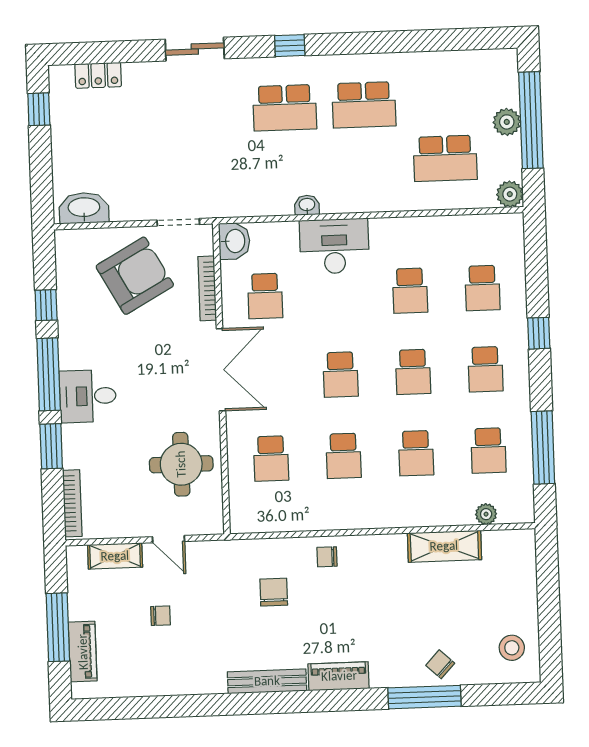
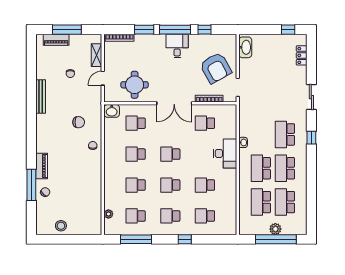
school desk: (443, 102) -> (285, 202), added
school desk: (366, 161) -> (261, 168), added
plant: (510, 194) -> (245, 229), removed
washbasin: (234, 241) -> (112, 111), moved
desk: (88, 396) -> (177, 46), moved
shelving: (444, 546) -> (95, 196), removed
stool: (512, 648) -> (61, 226), moved
piano: (339, 676) -> (42, 166), moved
bench: (267, 681) -> (41, 96), moved

